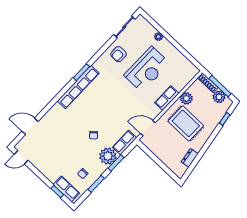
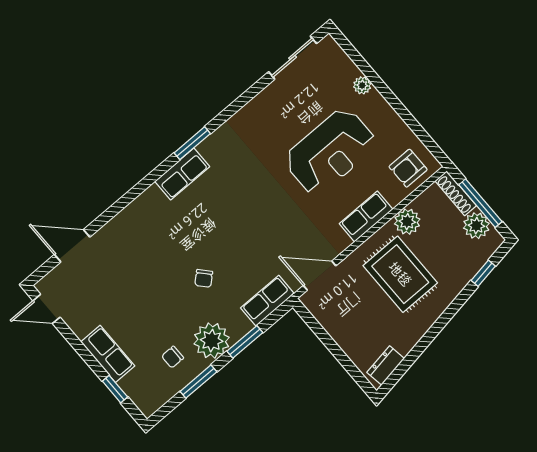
armchair: (119, 54) -> (408, 168), moved
row of seats: (78, 87) -> (182, 174), width x0.50
plant: (108, 156) -> (212, 341), moved
dresser: (190, 158) -> (386, 365), moved
row of seats: (66, 189) -> (108, 354), moved

